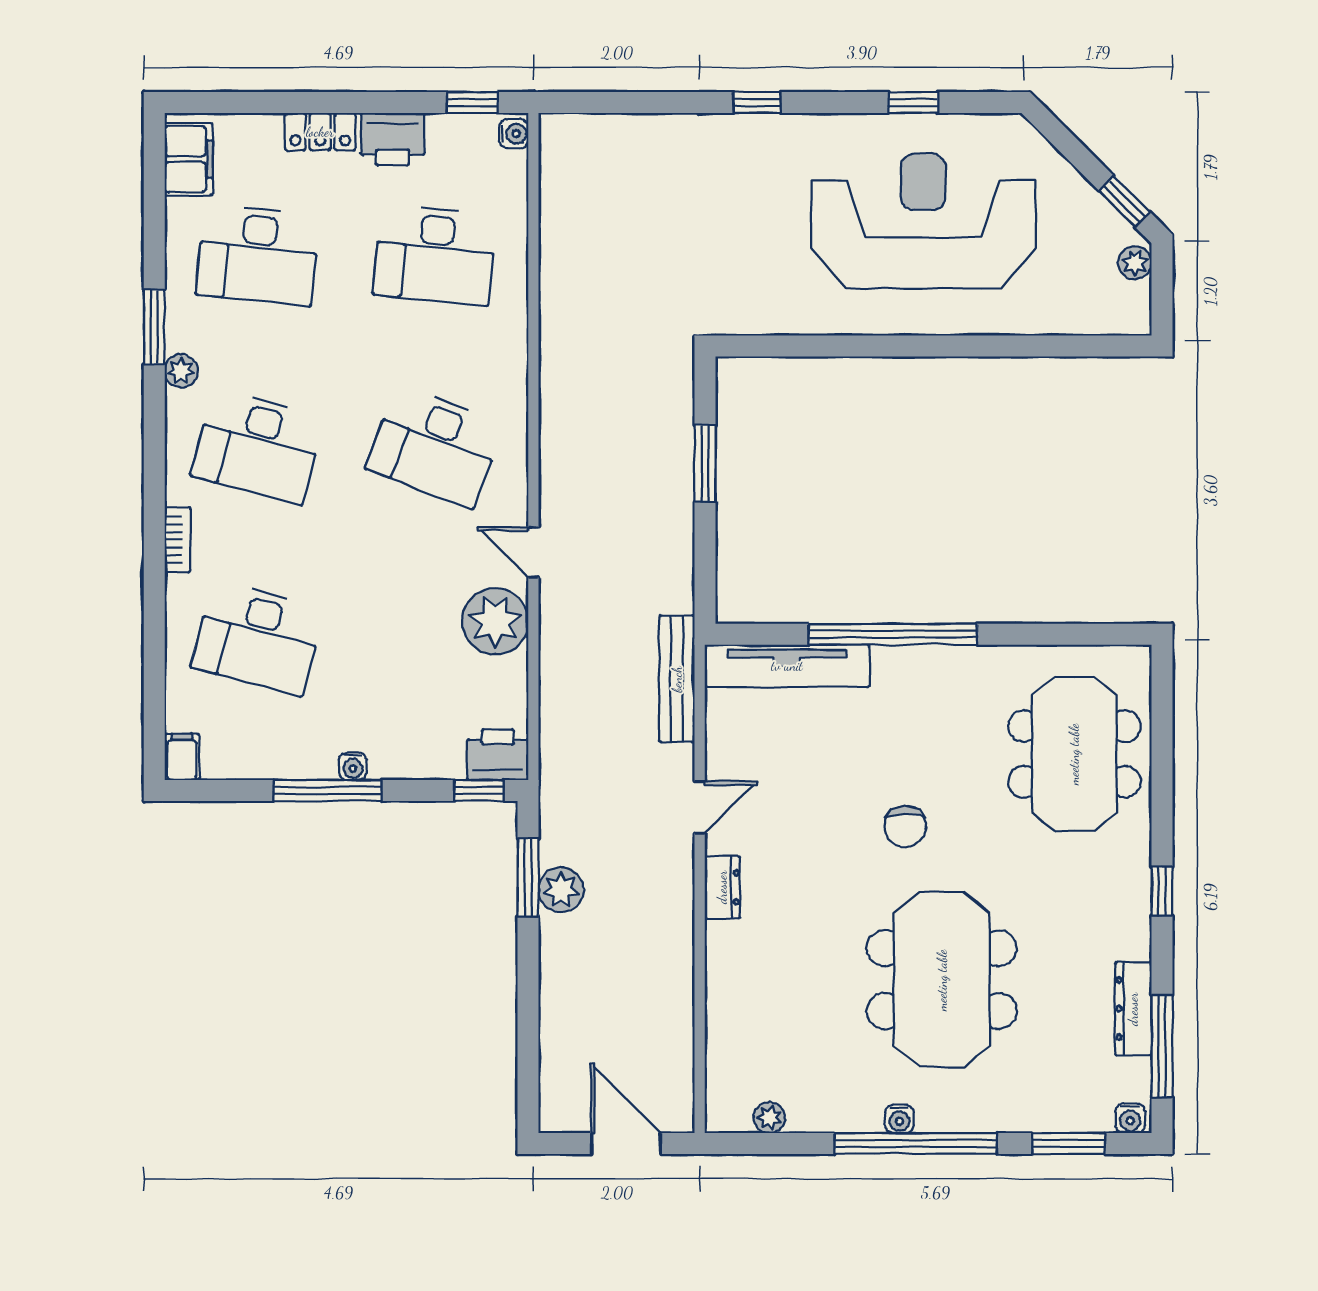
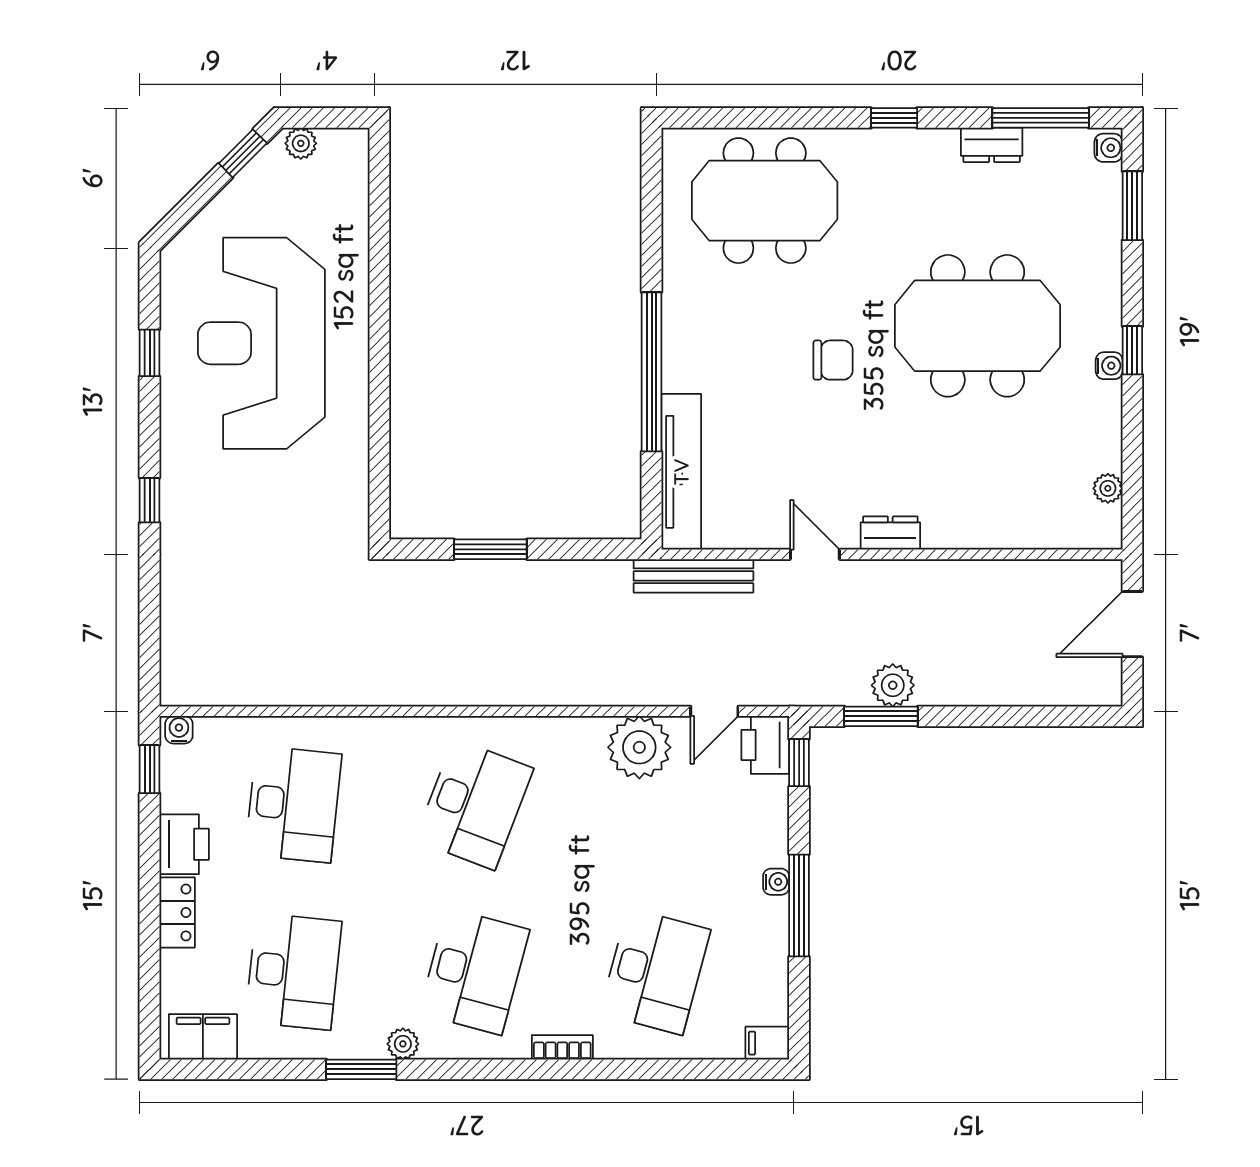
door: (533, 552) -> (714, 711), moved
dresser: (1133, 1009) -> (992, 145), width x0.70
window: (916, 1144) -> (1132, 350), width x0.32

